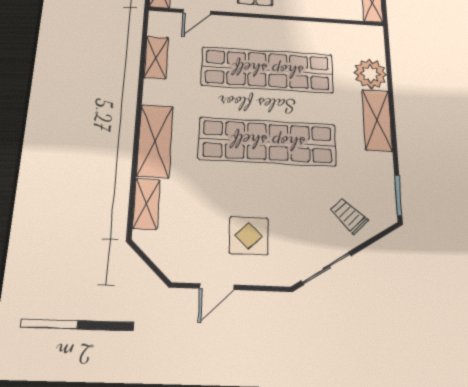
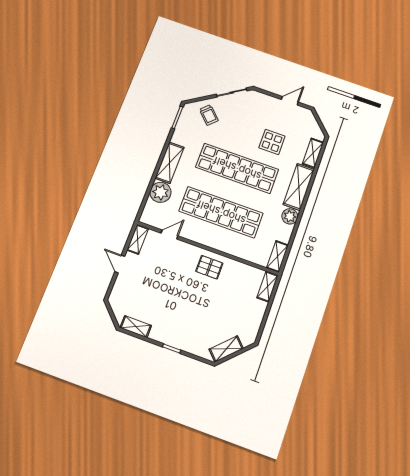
door: (197, 12) -> (169, 234), moved
shelving: (156, 57) -> (278, 256), moved
plant: (156, 92) -> (290, 216), added
display table: (249, 236) -> (272, 142), moved

